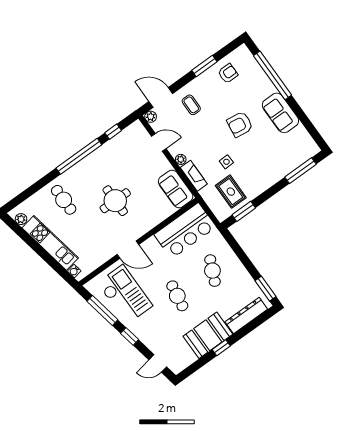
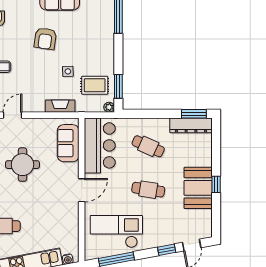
plant: (181, 159) -> (109, 107), moved
sofa: (176, 189) -> (68, 143), moved, turned 90
round table: (115, 201) -> (23, 165), moved
door: (128, 250) -> (82, 190), moved
dresser: (246, 315) -> (191, 125), moved, turned -90
window: (130, 336) -> (167, 250), moved

